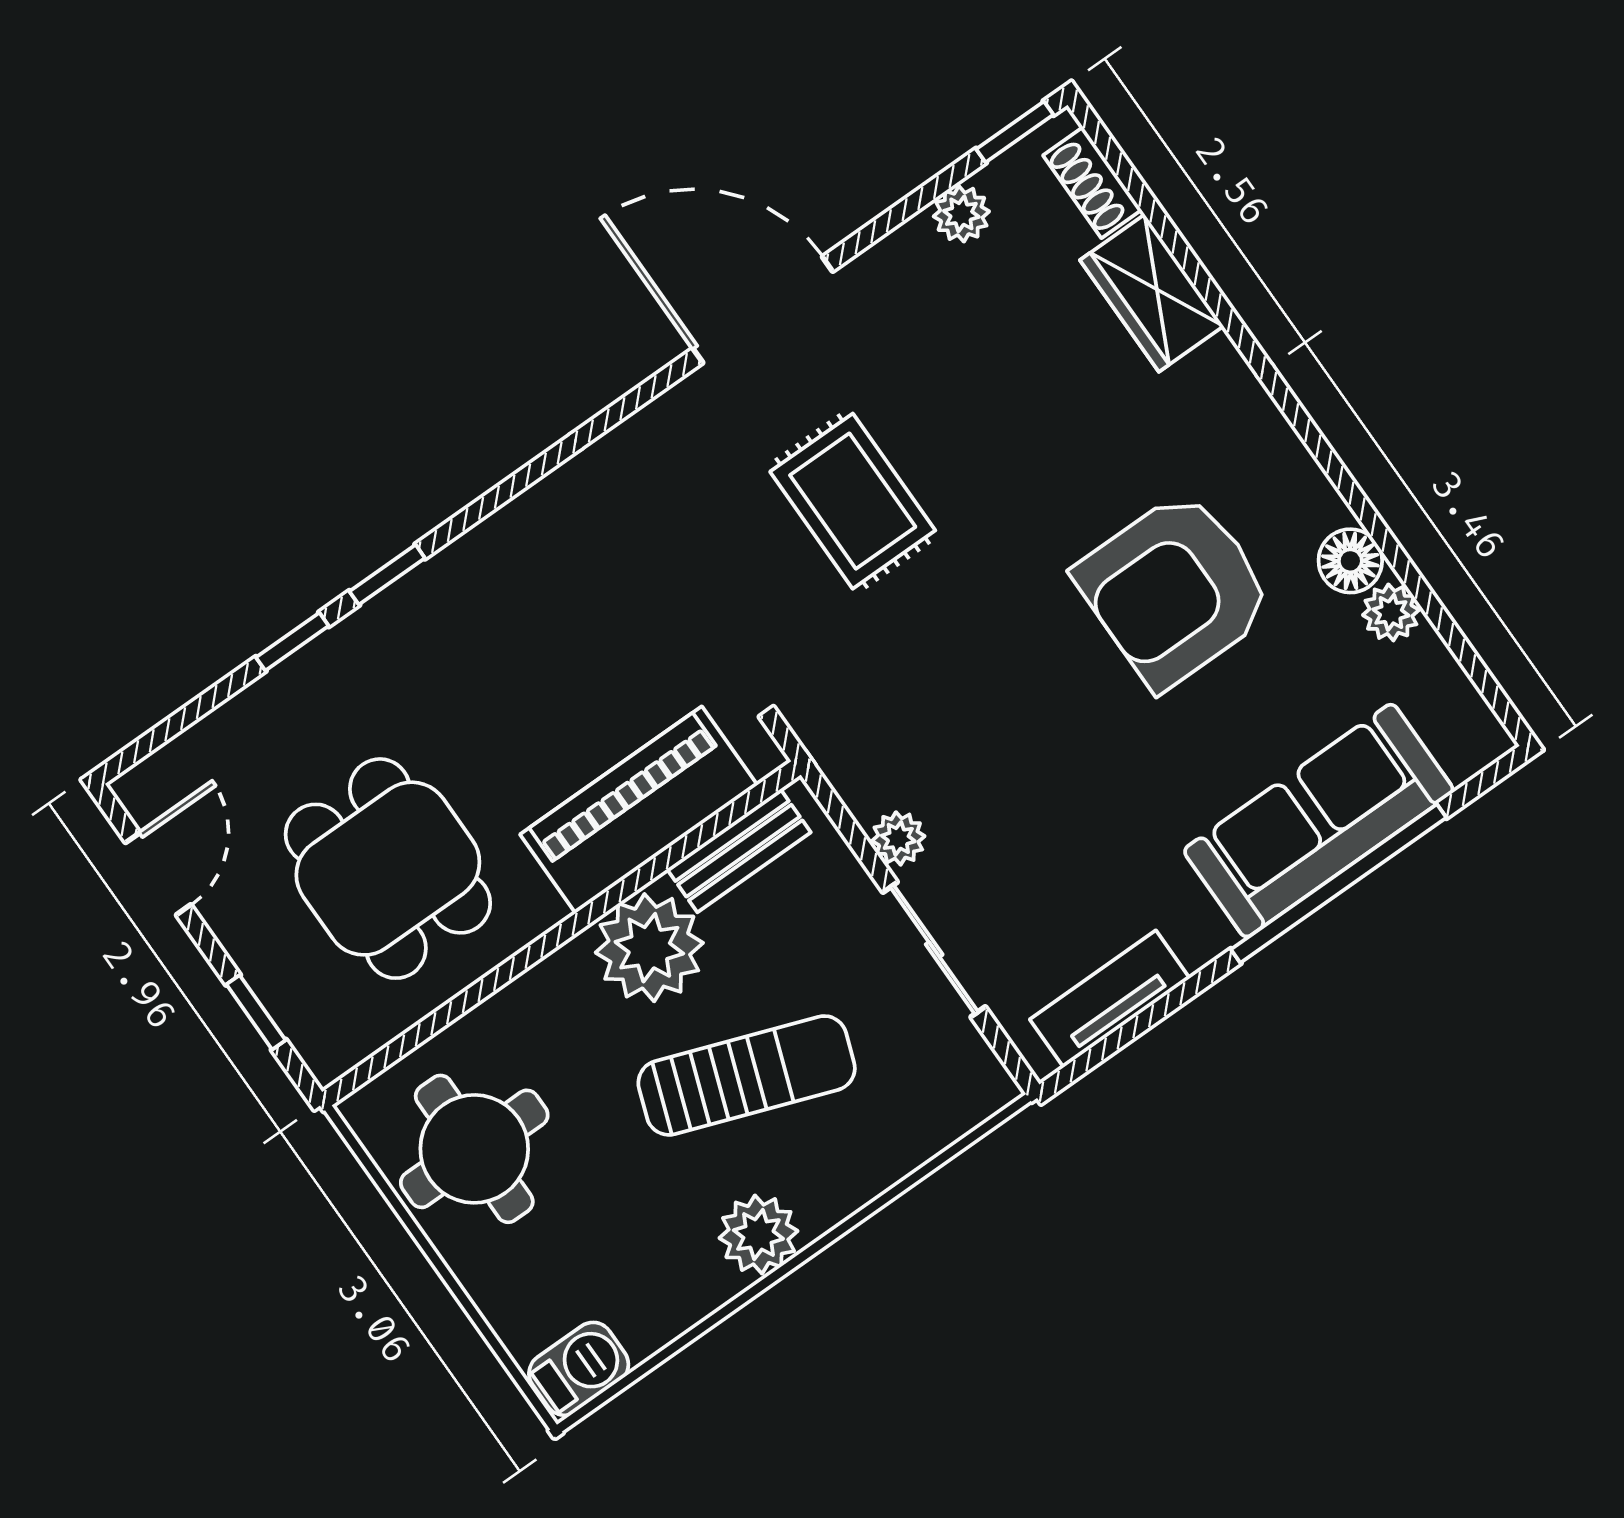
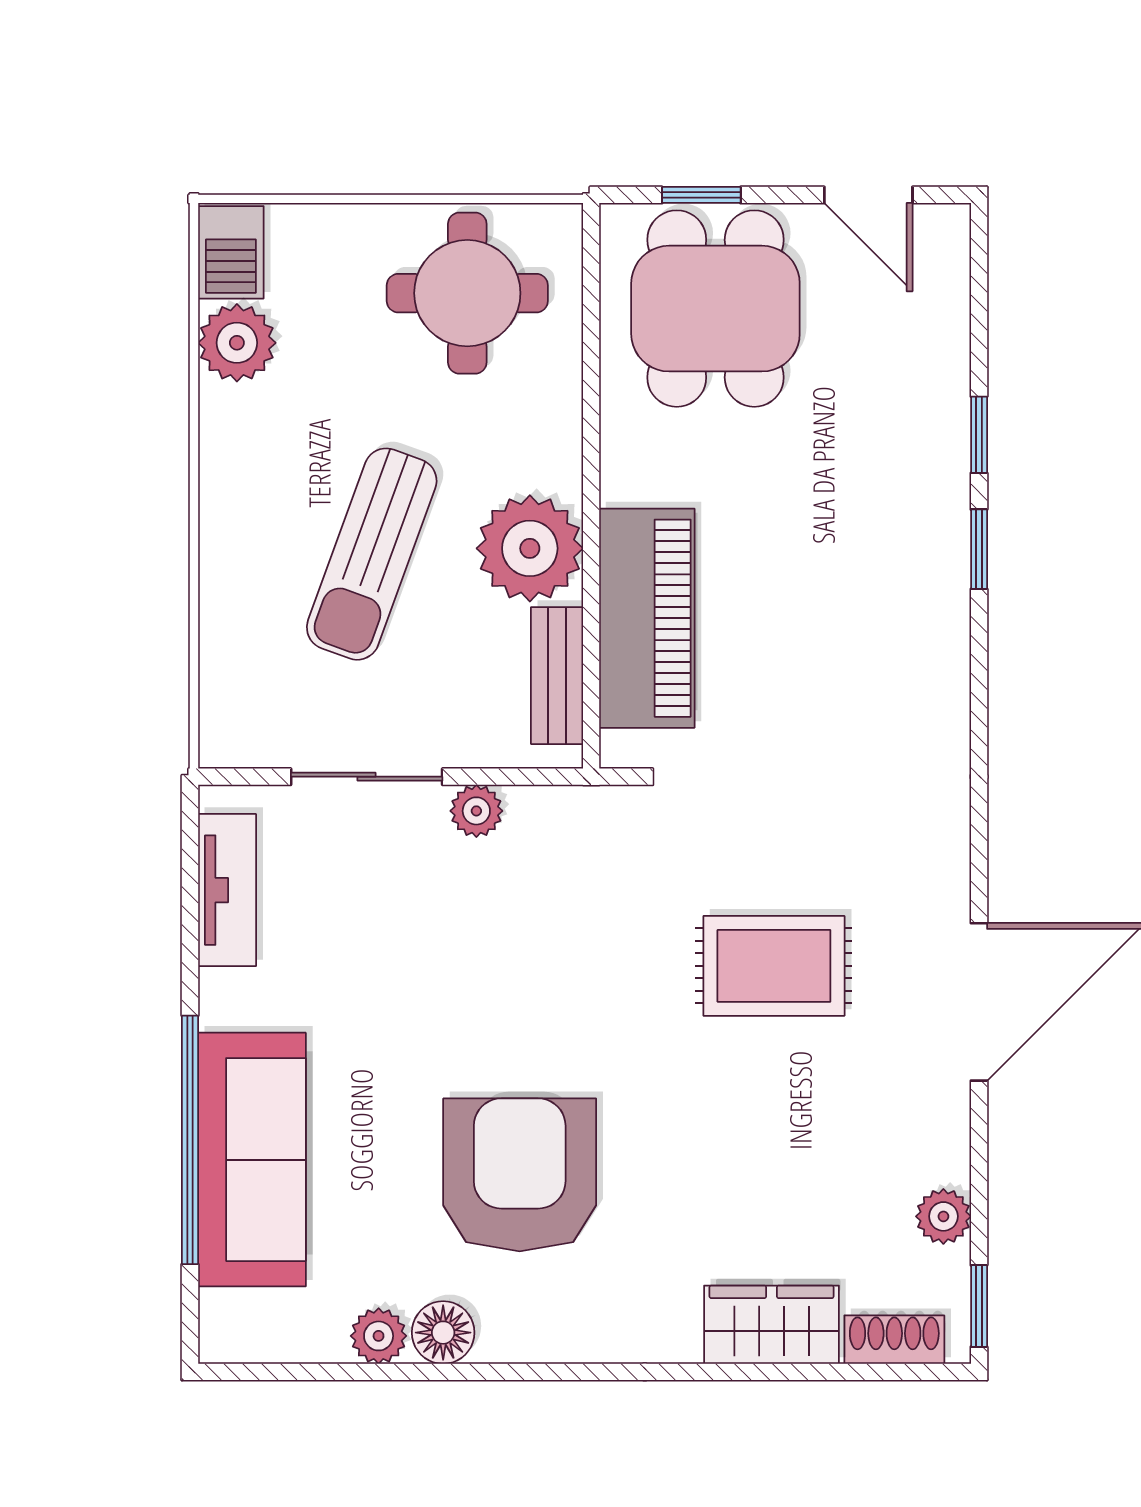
dining table: (388, 869) -> (715, 309), moved, turned 90
plant: (758, 1235) -> (237, 343), moved

